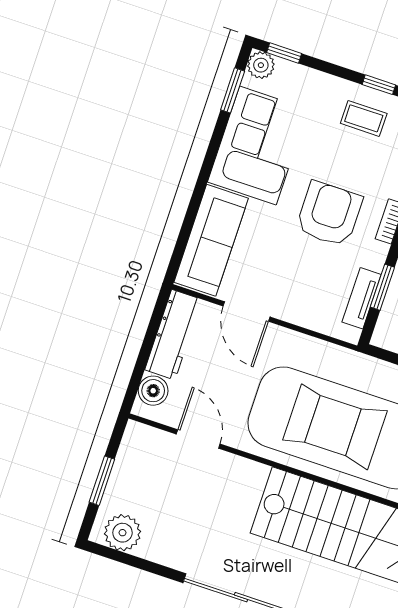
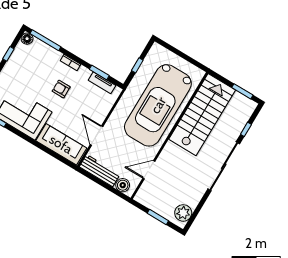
coffee table: (364, 118) -> (22, 64), removed
armchair: (329, 214) -> (61, 89), width x0.53, depth x0.53
door: (247, 311) -> (97, 136), swing flipped

